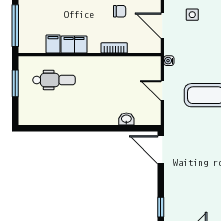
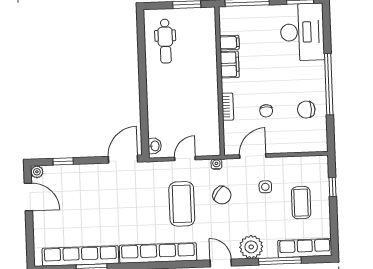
chair: (199, 56) -> (222, 195), added
dental chair: (54, 80) -> (165, 41), moved
washbasin: (126, 119) -> (155, 146), moved

